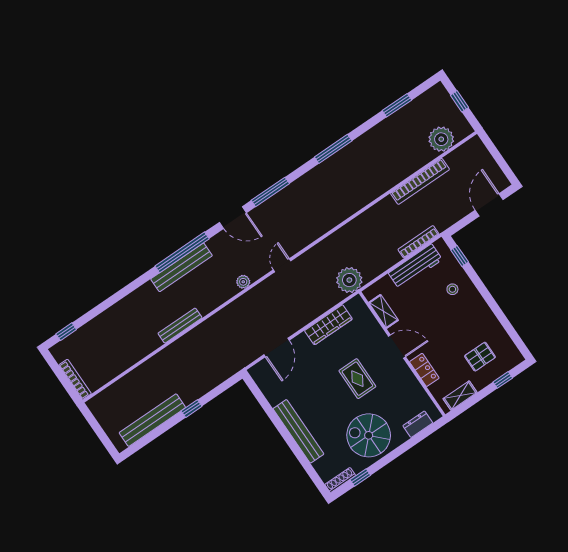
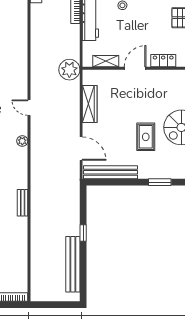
bench: (180, 326) -> (23, 203), width x0.73
rug: (357, 379) -> (146, 137), moved, turned 90
bench: (298, 431) -> (111, 172), moved
window: (297, 452) -> (160, 182), added

